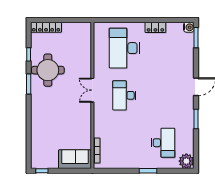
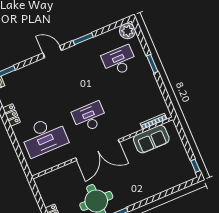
double door: (92, 90) -> (97, 150), width x1.87
desk: (124, 95) -> (89, 117), turned 180
sofa: (75, 159) -> (151, 139), moved, turned -90

